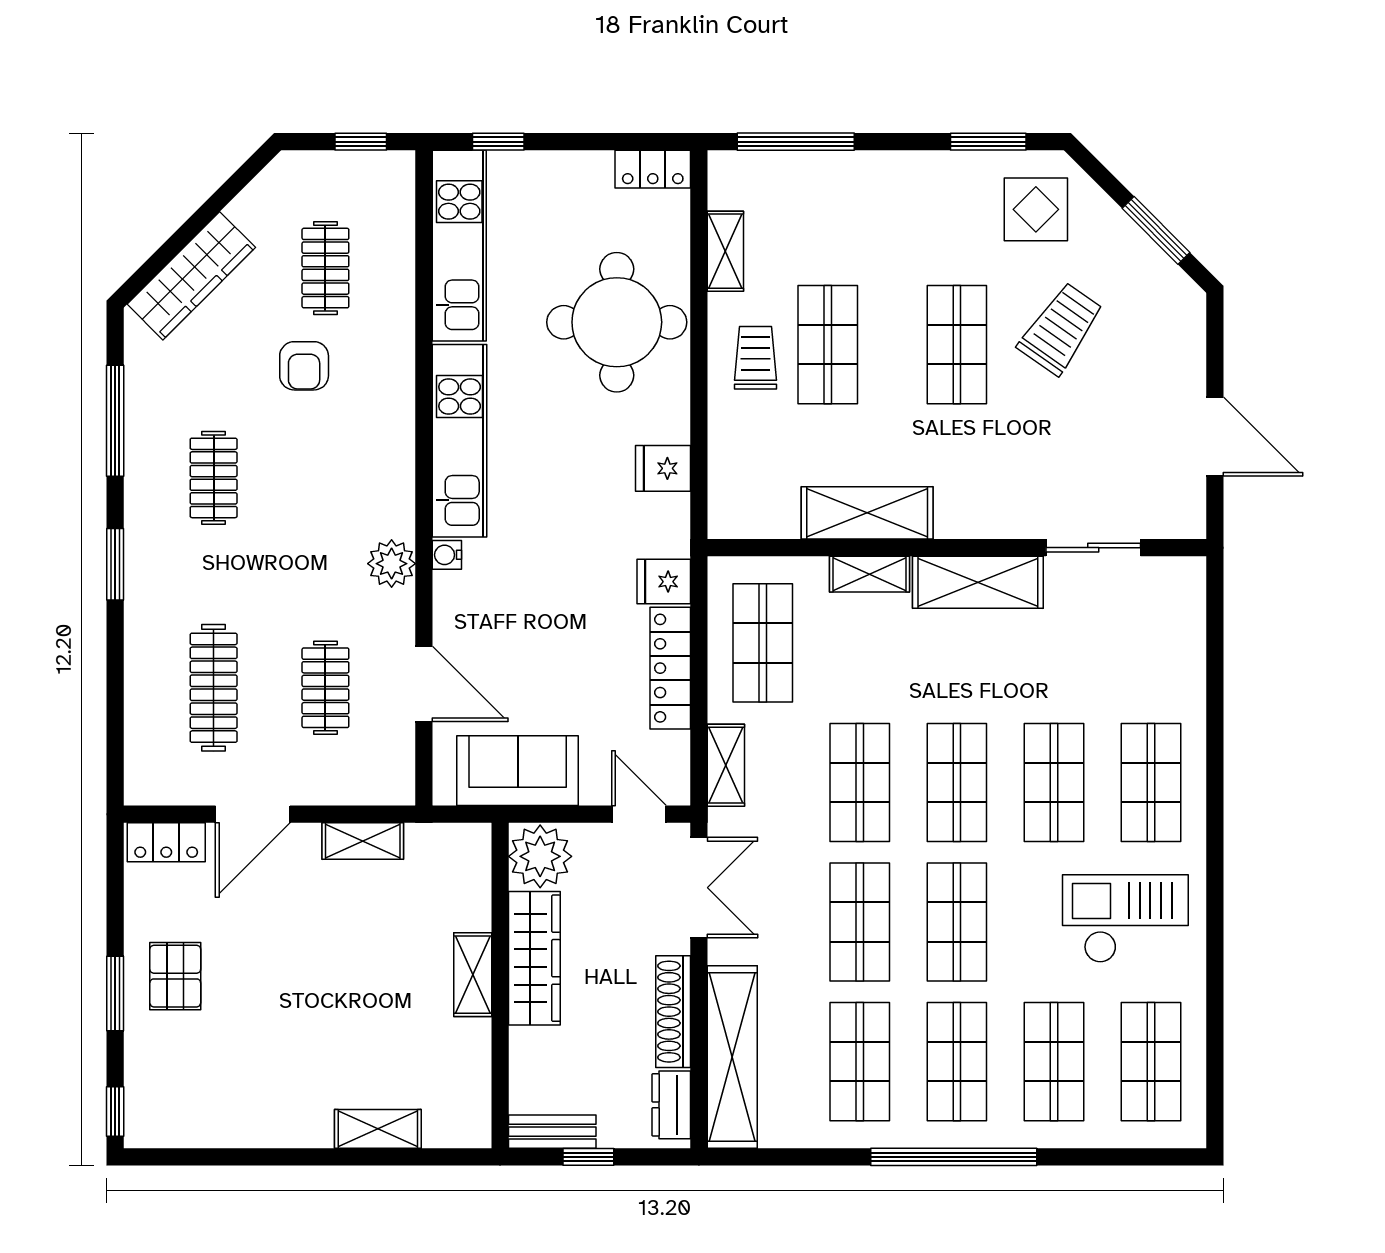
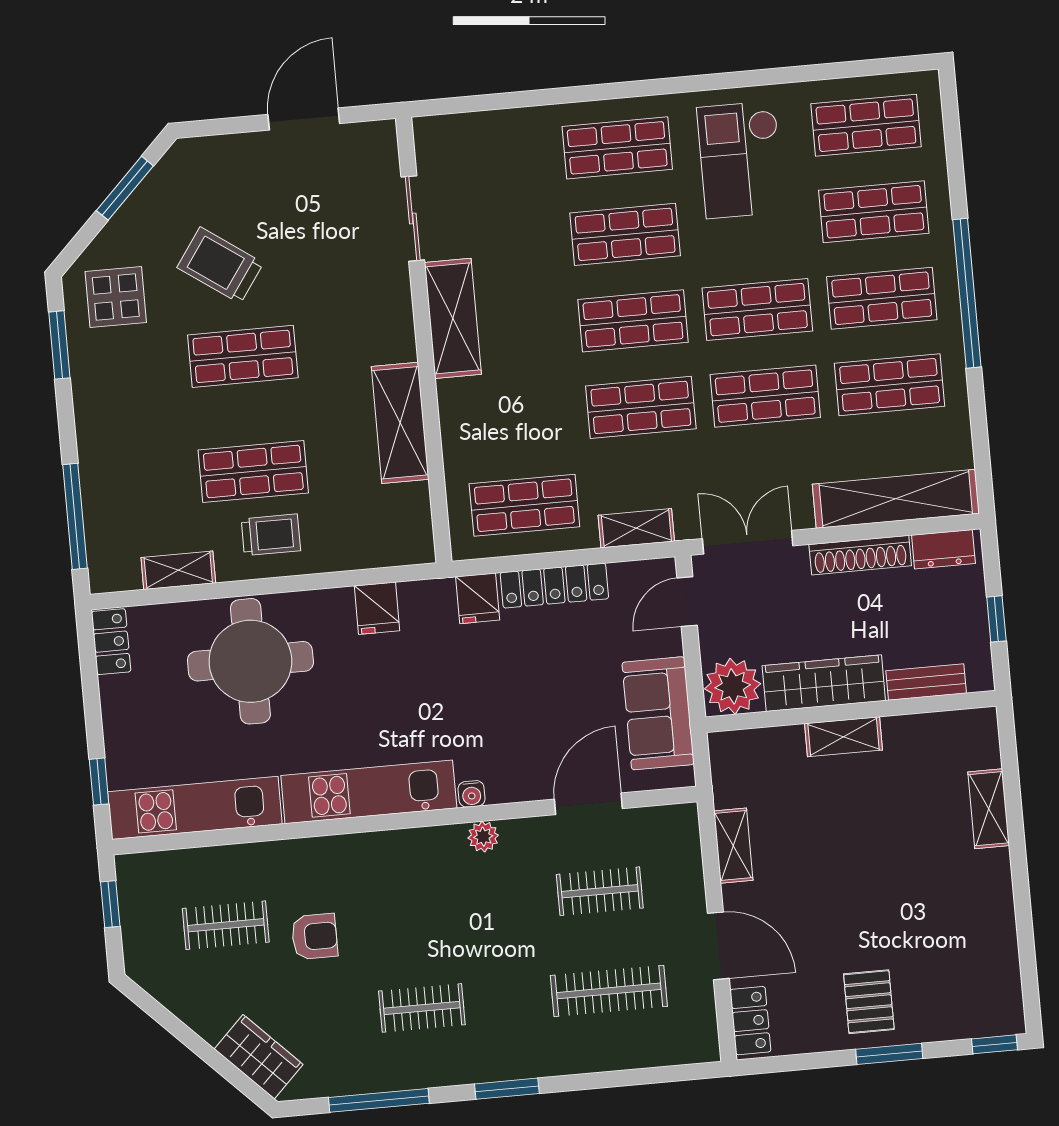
wardrobe: (191, 276) -> (259, 1057), width x0.67
trolley: (755, 358) -> (271, 535), turned 180
plant: (392, 564) -> (483, 837), width x0.73, depth x0.73
shelving: (870, 574) -> (454, 416), removed
pallet: (175, 976) -> (869, 1002), turned 90
bench: (552, 1132) -> (926, 682), moved, turned 90

